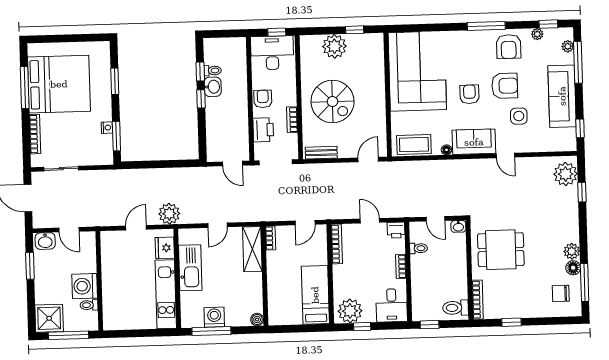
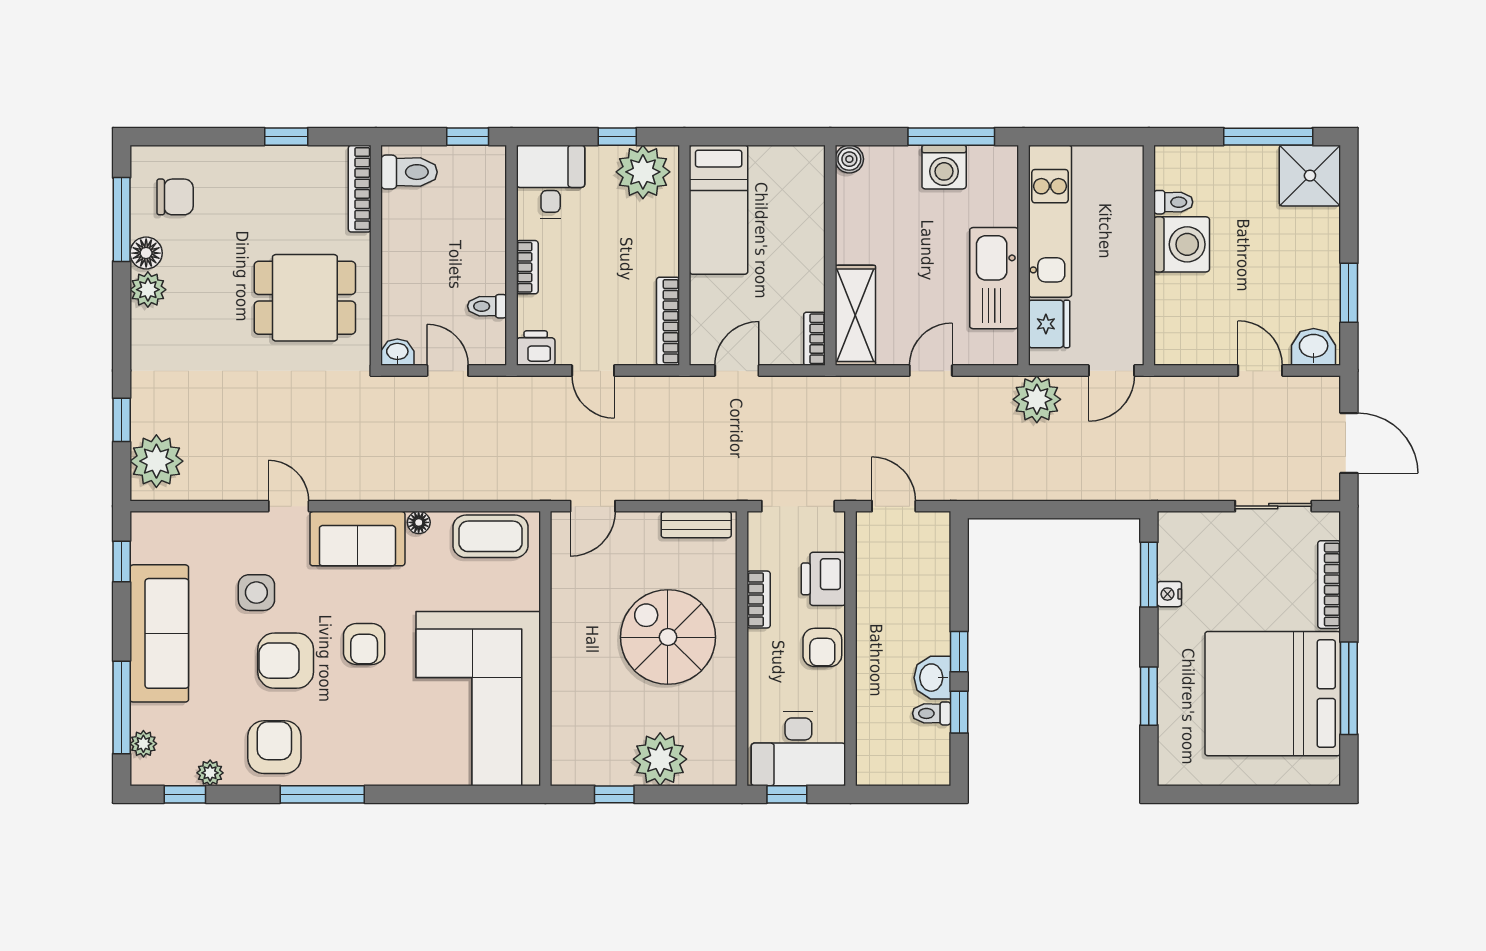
wall: (99, 281) -> (1149, 255), moved
washing machine: (85, 286) -> (1182, 244), moved
toilet: (89, 305) -> (1173, 202), moved

